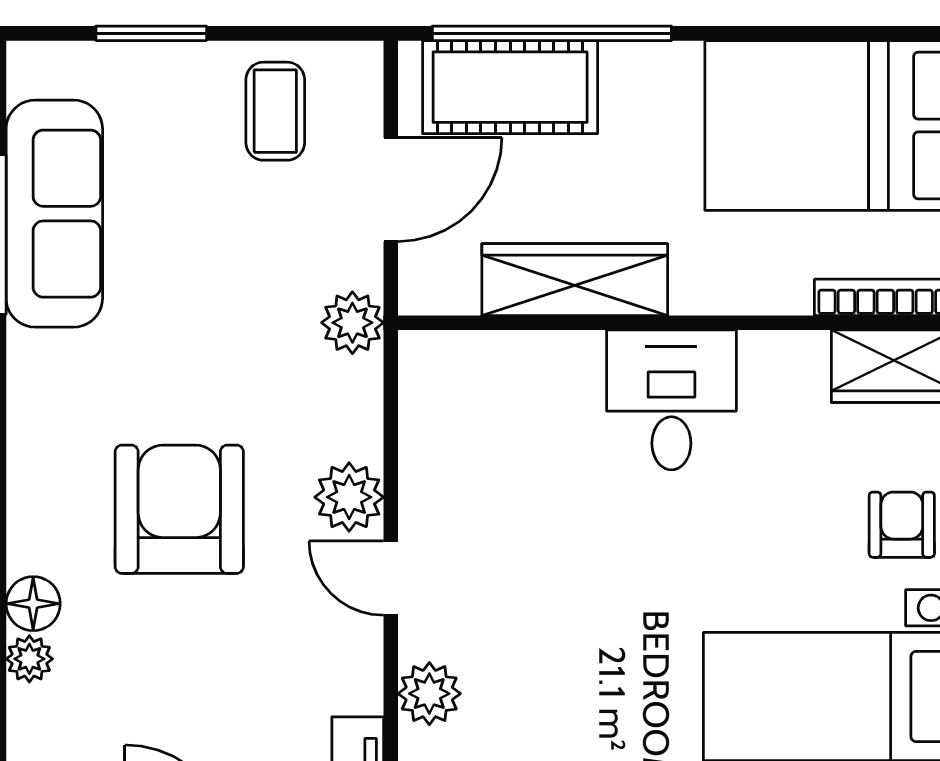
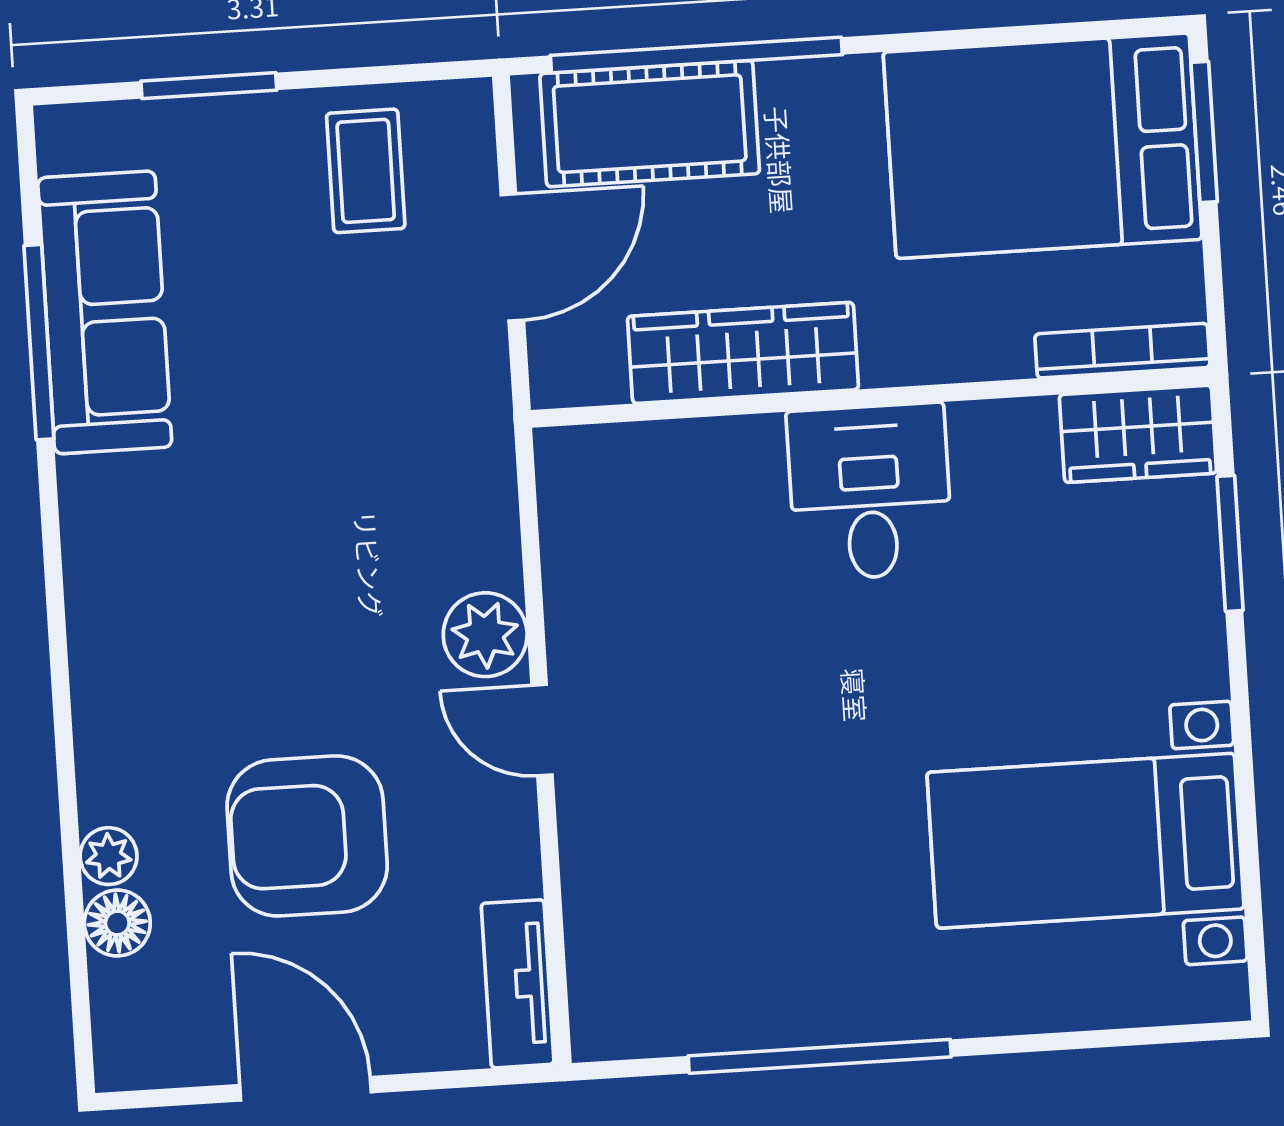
plant: (352, 323) -> (476, 422), removed
armchair: (179, 509) -> (307, 836), moved, turned -90
armchair: (902, 525) -> (1160, 626), removed
floor lamp: (33, 604) -> (117, 923), moved
plant: (429, 694) -> (598, 868), removed

